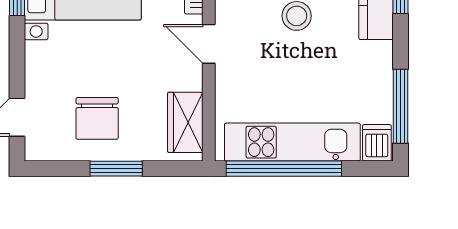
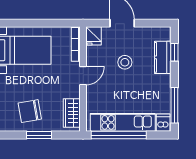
door: (209, 44) -> (83, 76), swing flipped
chair: (97, 118) -> (30, 111), turned 80

